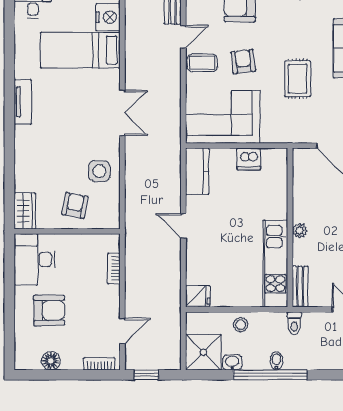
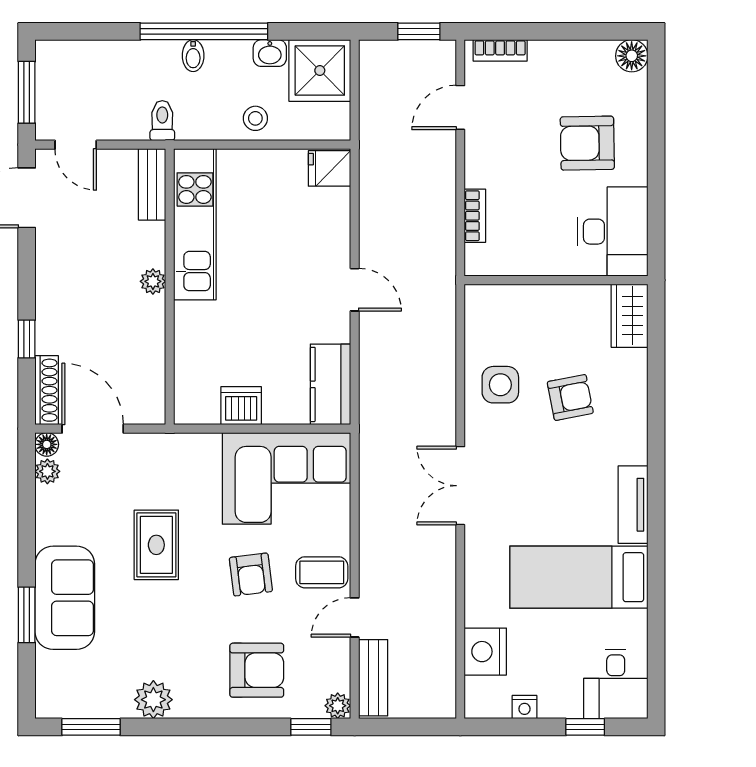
bed: (80, 50) -> (579, 577), moved, turned 180
armchair: (75, 205) -> (570, 397), moved, turned -112
floor lamp: (51, 361) -> (632, 56), moved

